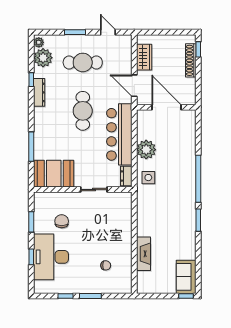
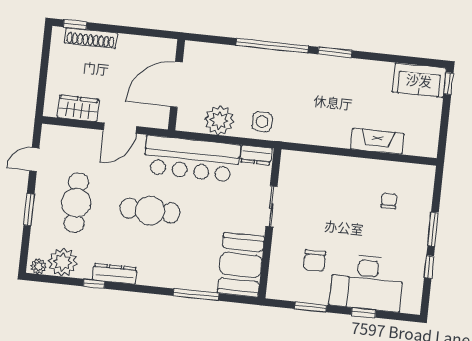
door: (166, 107) -> (176, 84), moved
wall: (166, 107) -> (176, 85), moved
chair: (62, 221) -> (315, 261), turned -90

